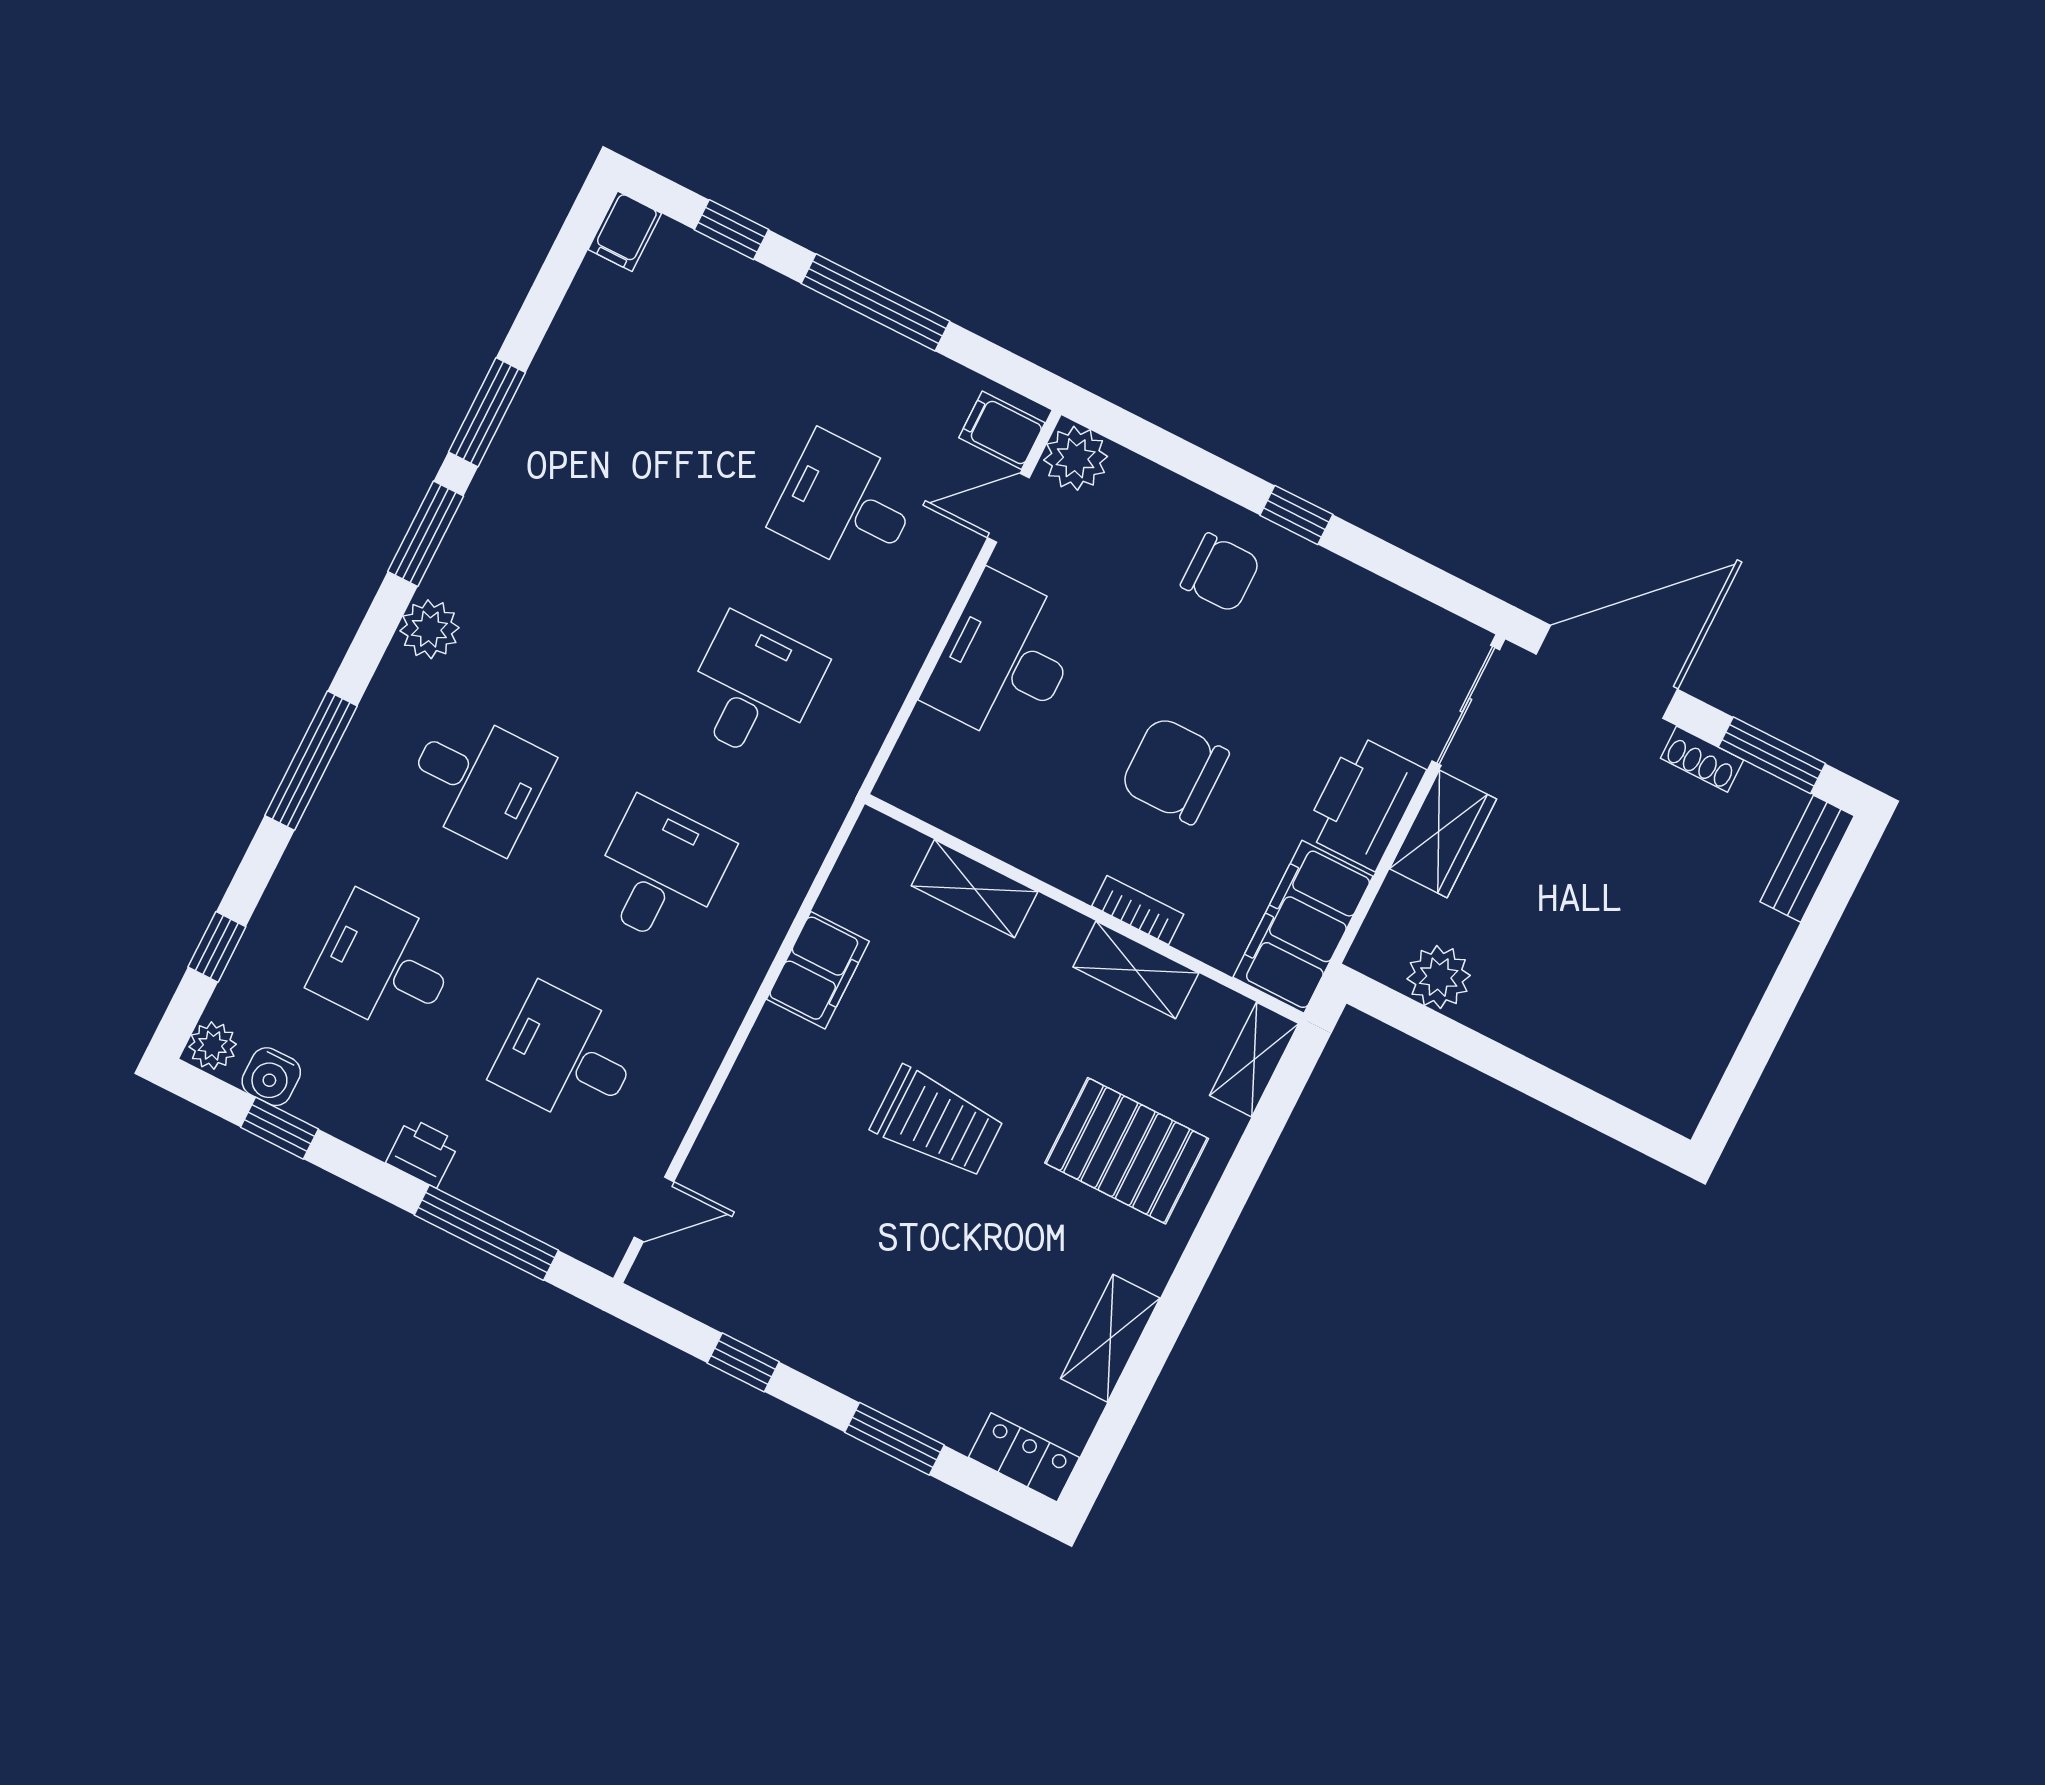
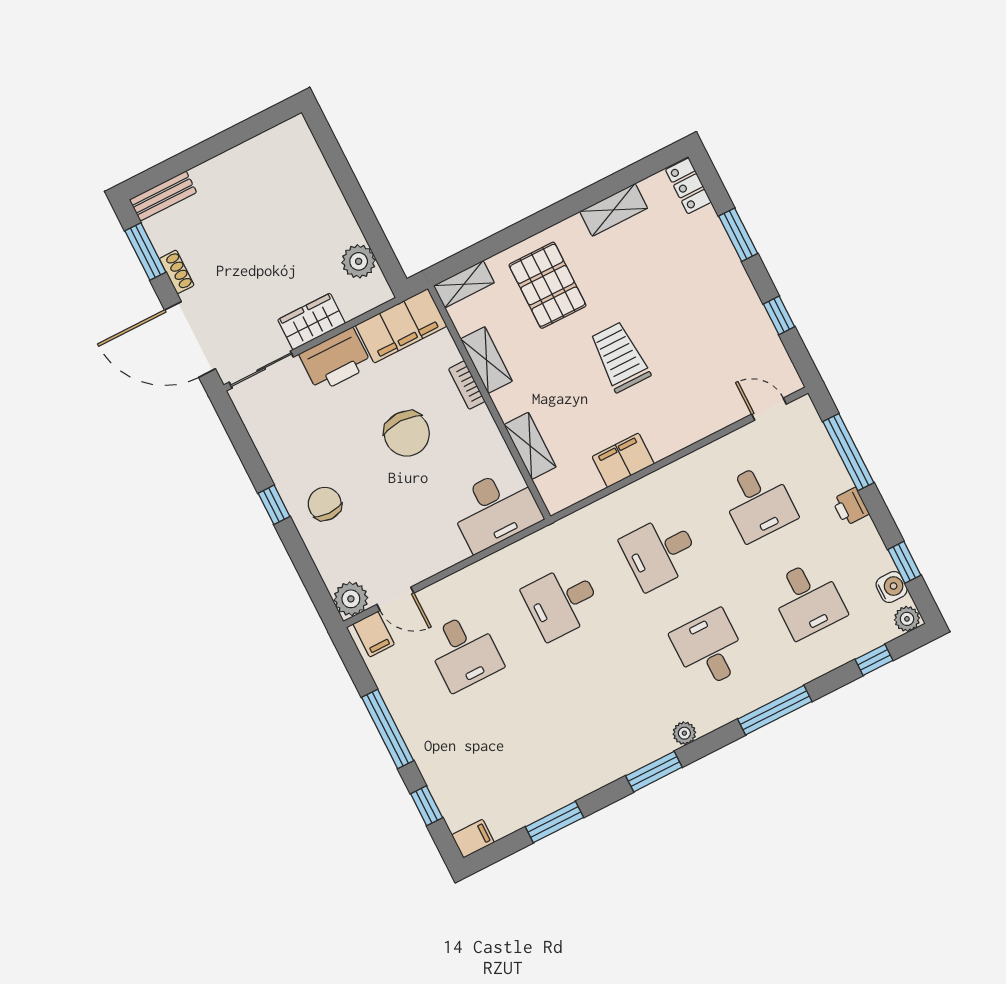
window: (487, 412) -> (554, 822), moved
plant: (429, 629) -> (684, 733), width x0.73, depth x0.73
desk: (1005, 659) -> (495, 509), moved

